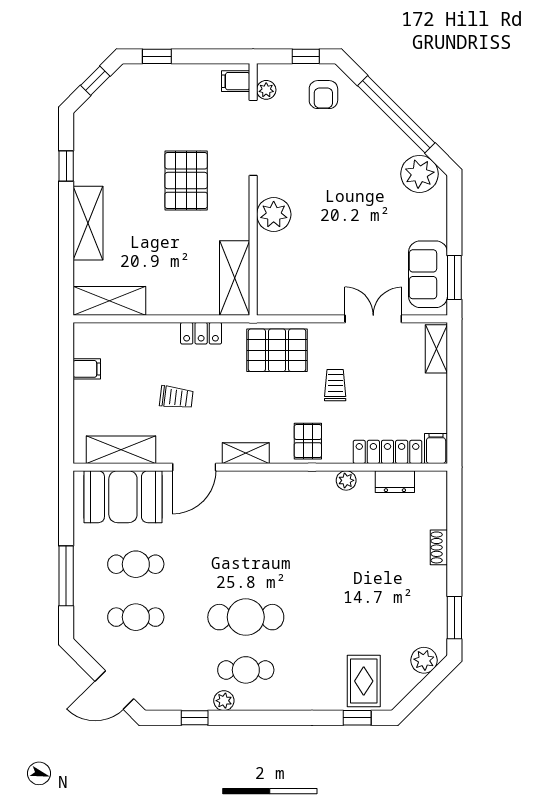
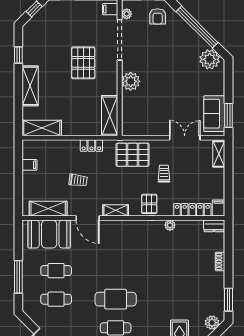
door: (194, 467) -> (88, 218), hinge flipped
dresser: (395, 482) -> (214, 226), moved

